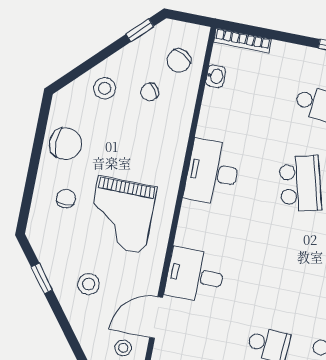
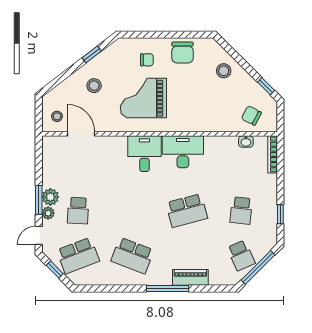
chair: (150, 92) -> (227, 101), removed
desk: (195, 275) -> (144, 154), moved

